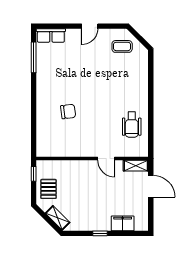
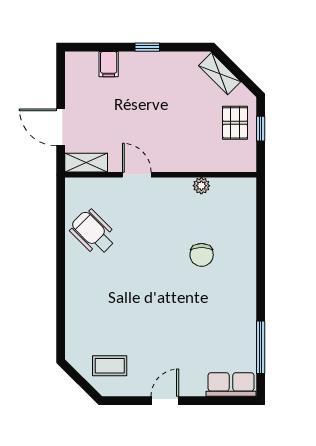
chair: (68, 112) -> (202, 255), turned -83
wheelchair: (132, 125) -> (93, 233), turned -45
plant: (68, 152) -> (201, 186), added
window: (34, 174) -> (261, 129), moved
filing cabinet: (123, 223) -> (109, 64), width x0.50

